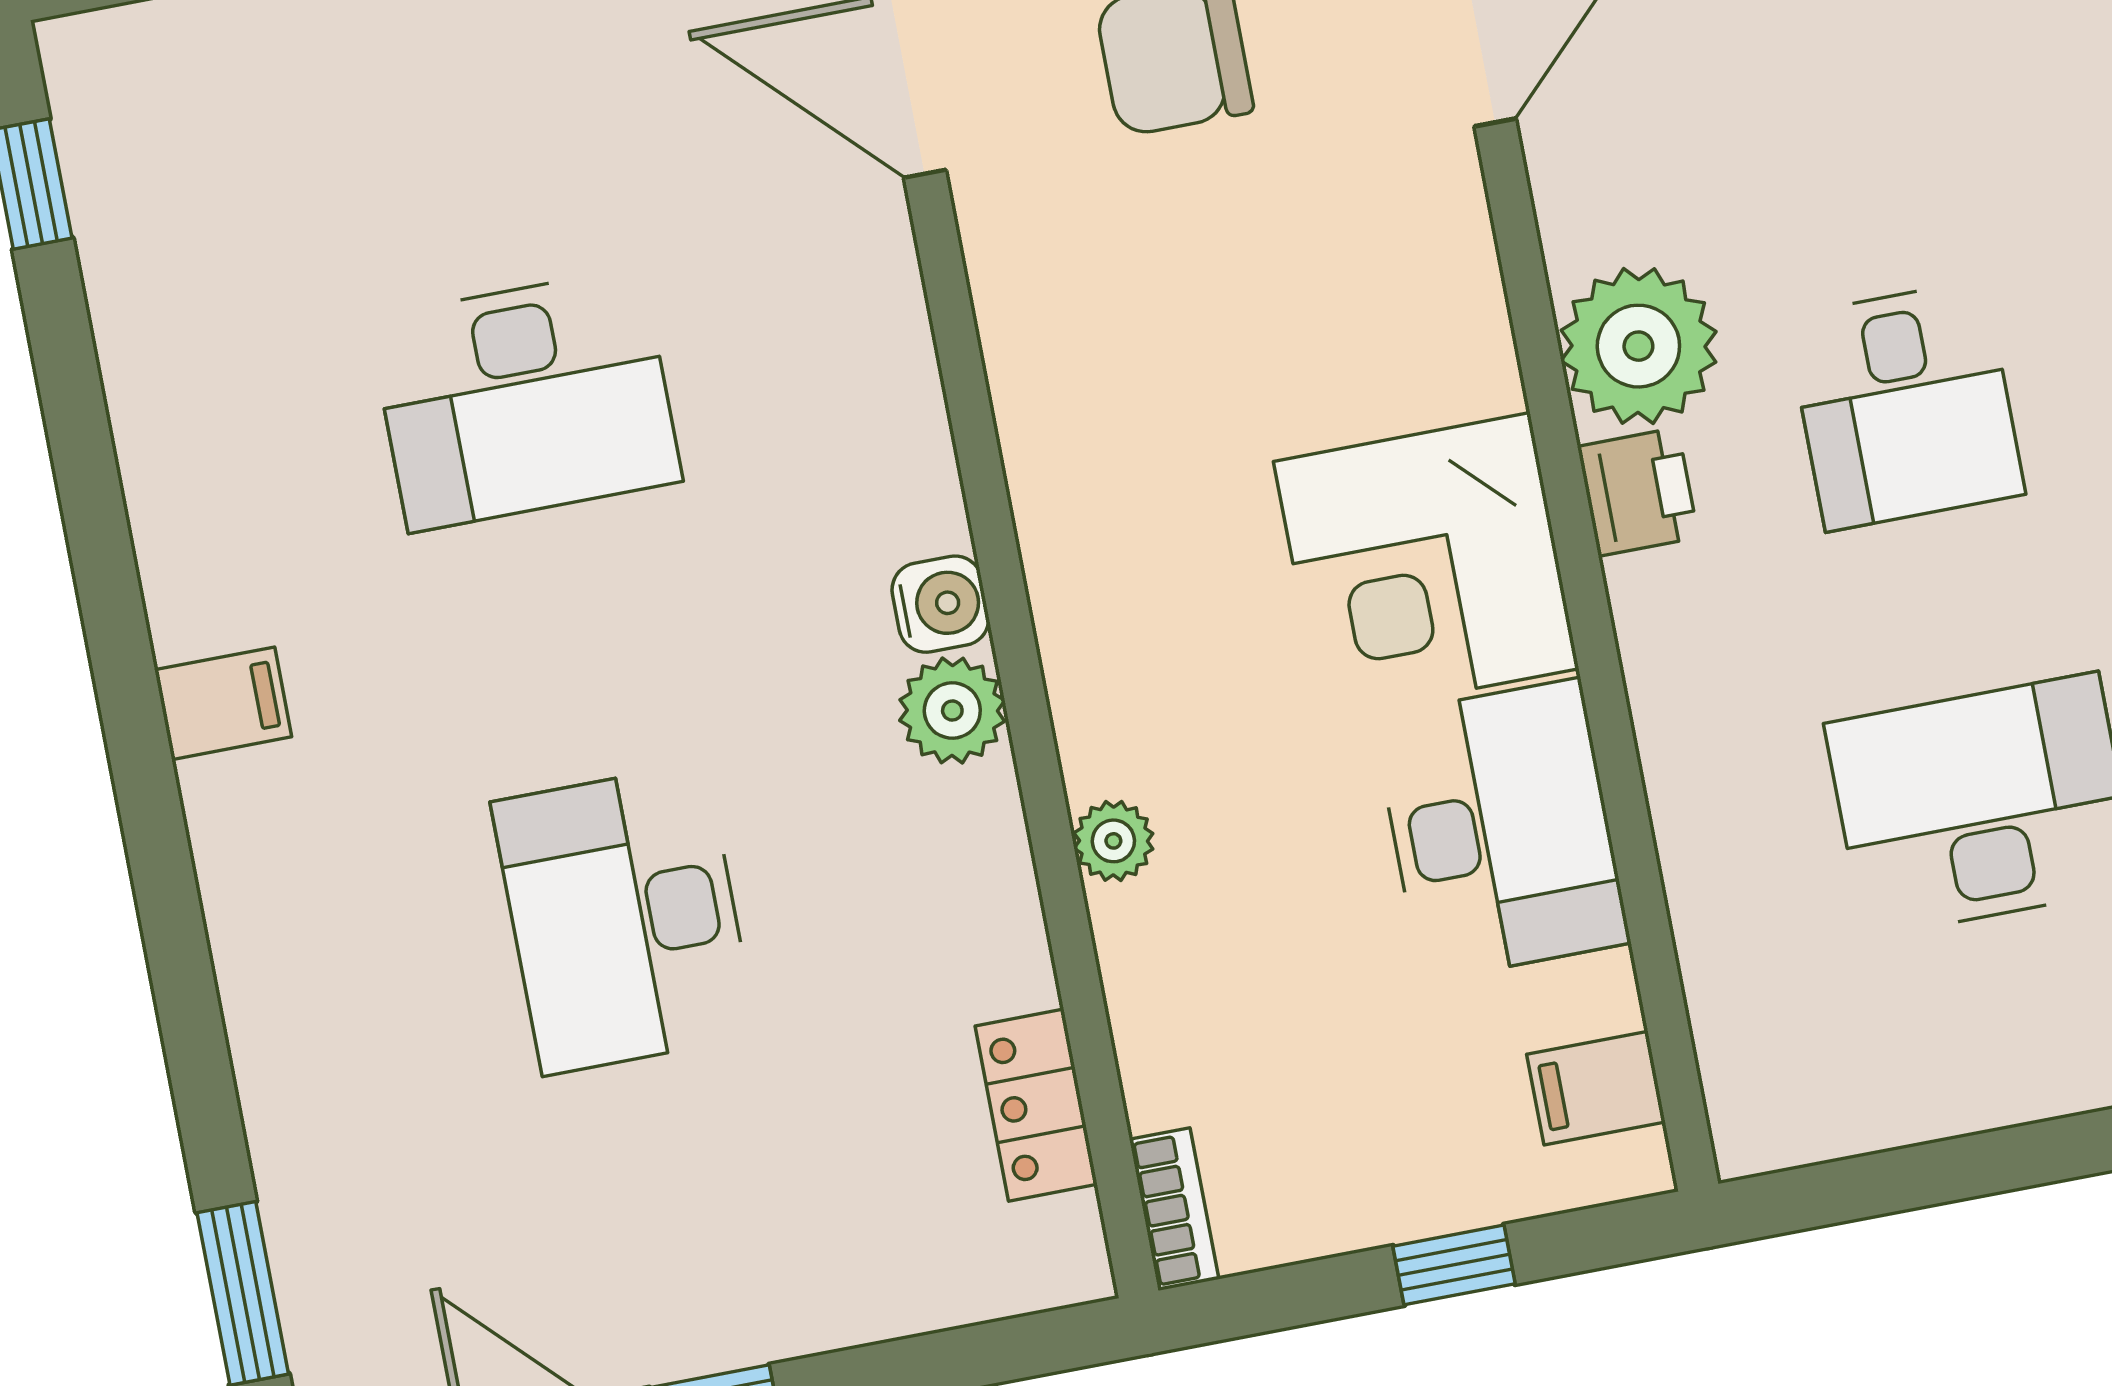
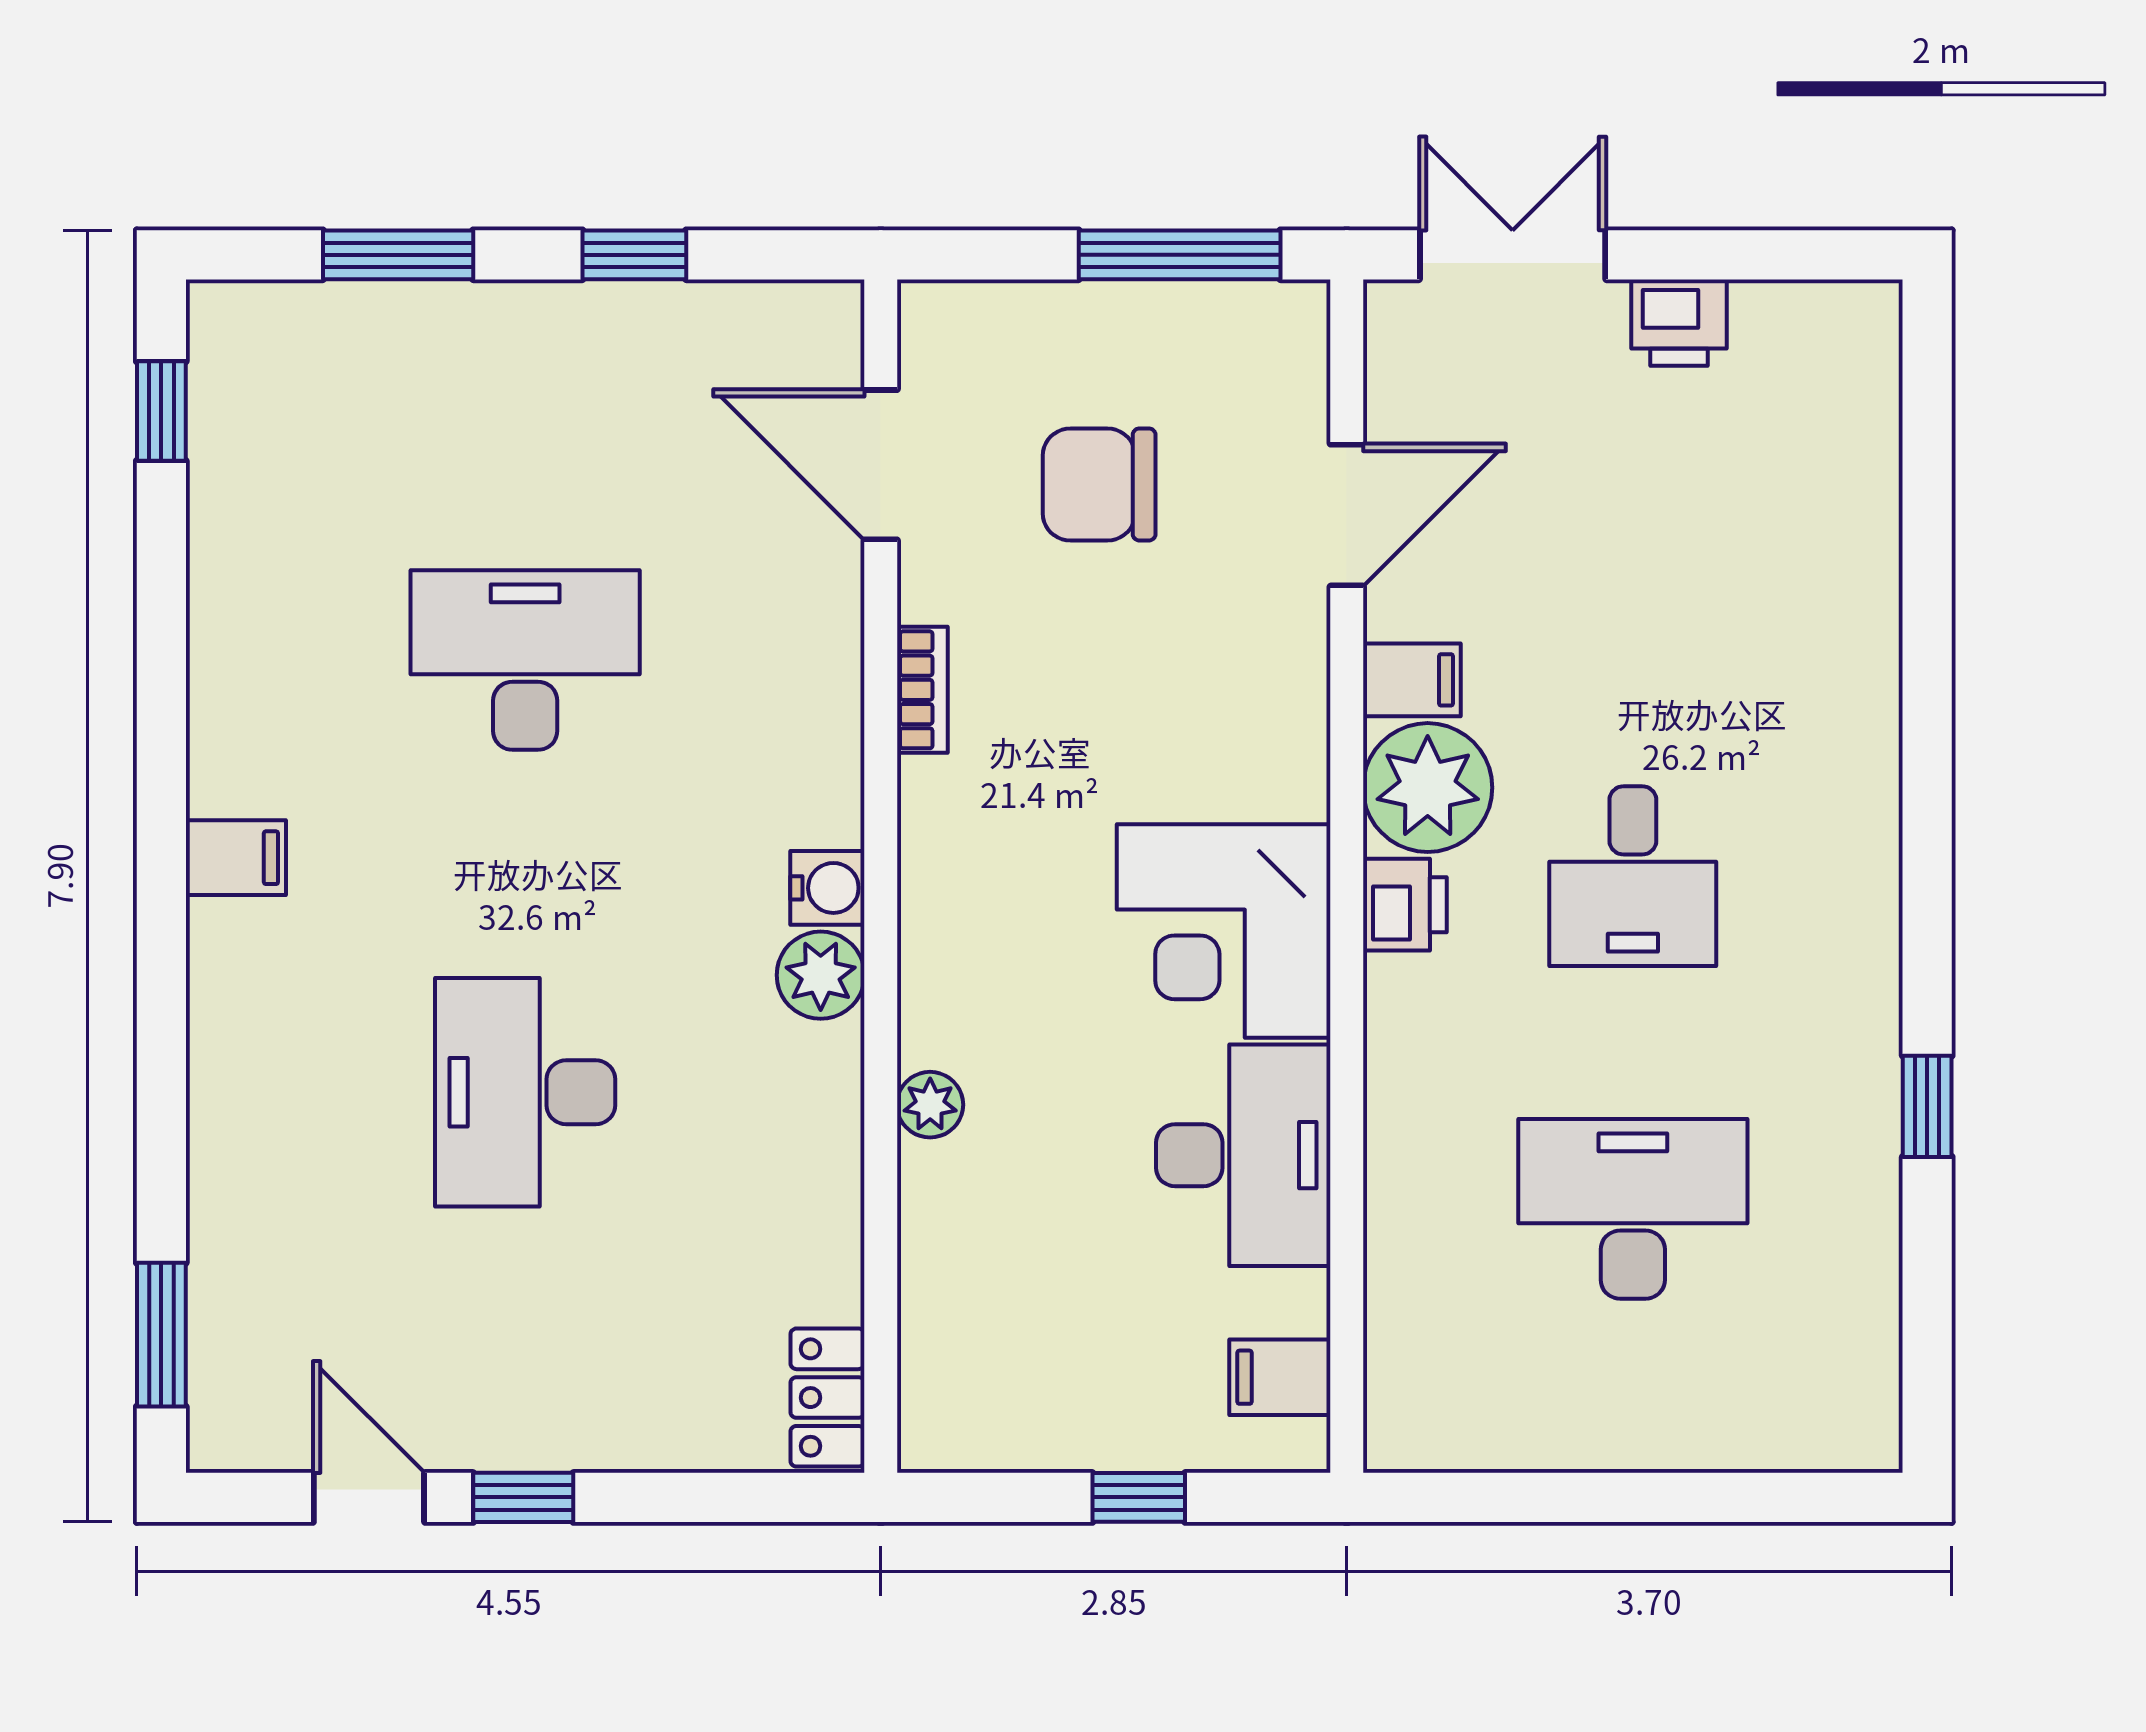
filing cabinet: (1595, 220) -> (1412, 680), added
desk: (525, 400) -> (525, 660), turned 180
locker: (1036, 1105) -> (827, 1398), moved
bookcase: (1174, 1209) -> (922, 690), moved

